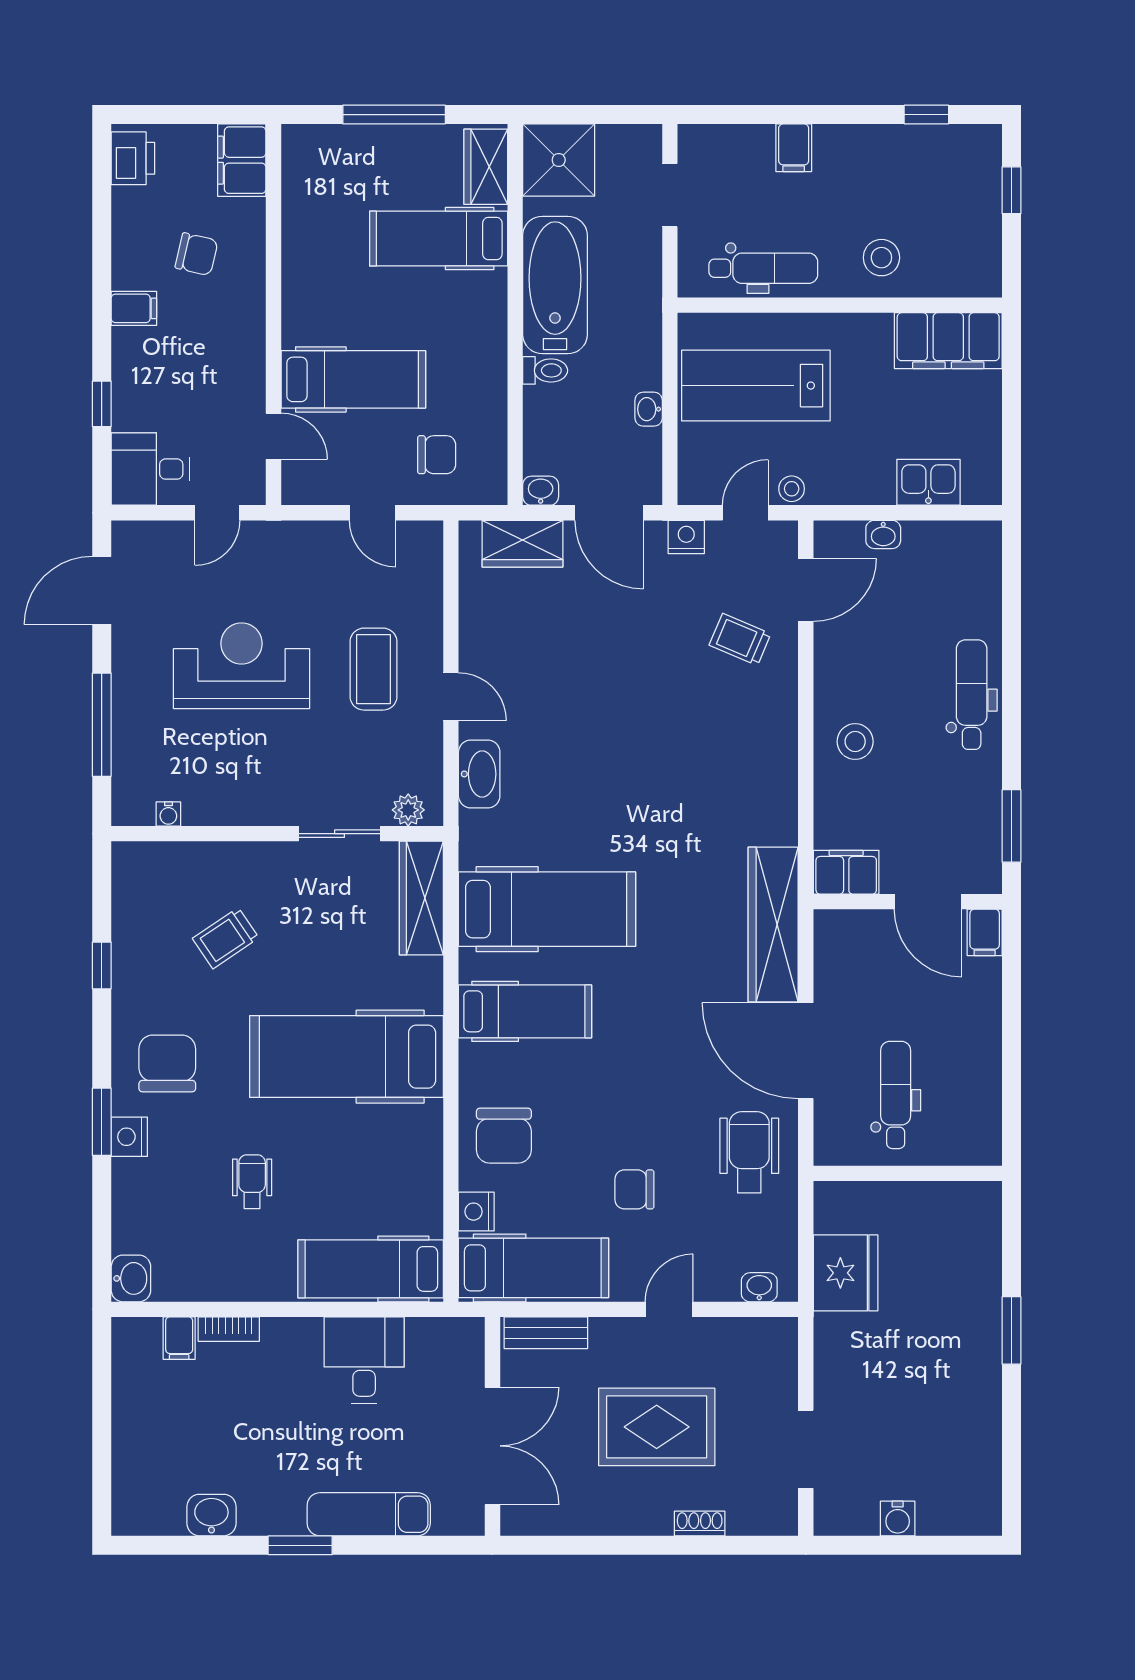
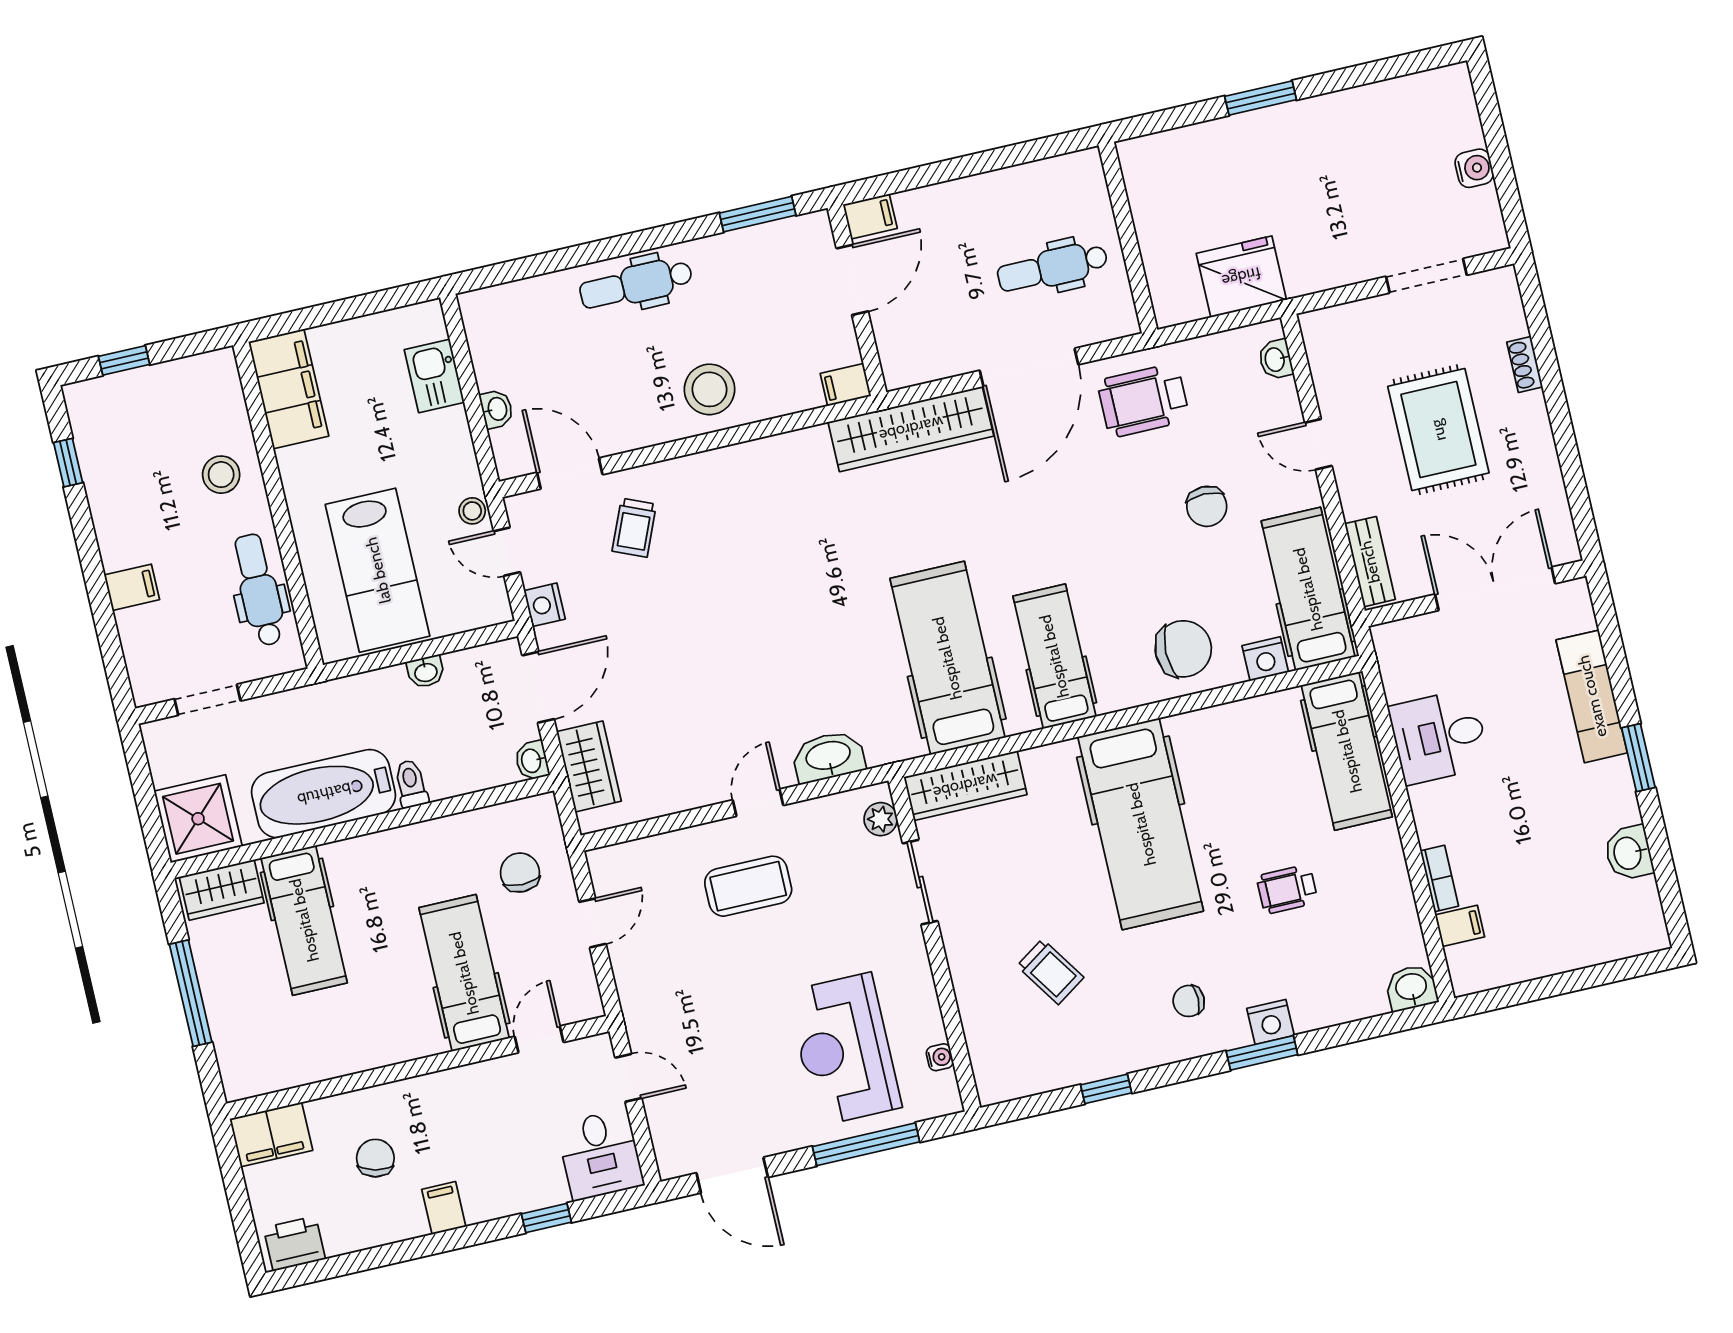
reception desk: (242, 666) -> (844, 1049), moved
stool: (855, 742) -> (710, 389), width x1.38, depth x1.38
filing cabinet: (846, 872) -> (846, 385), width x0.50
chair: (167, 1063) -> (1189, 1001), width x0.54, depth x0.54

